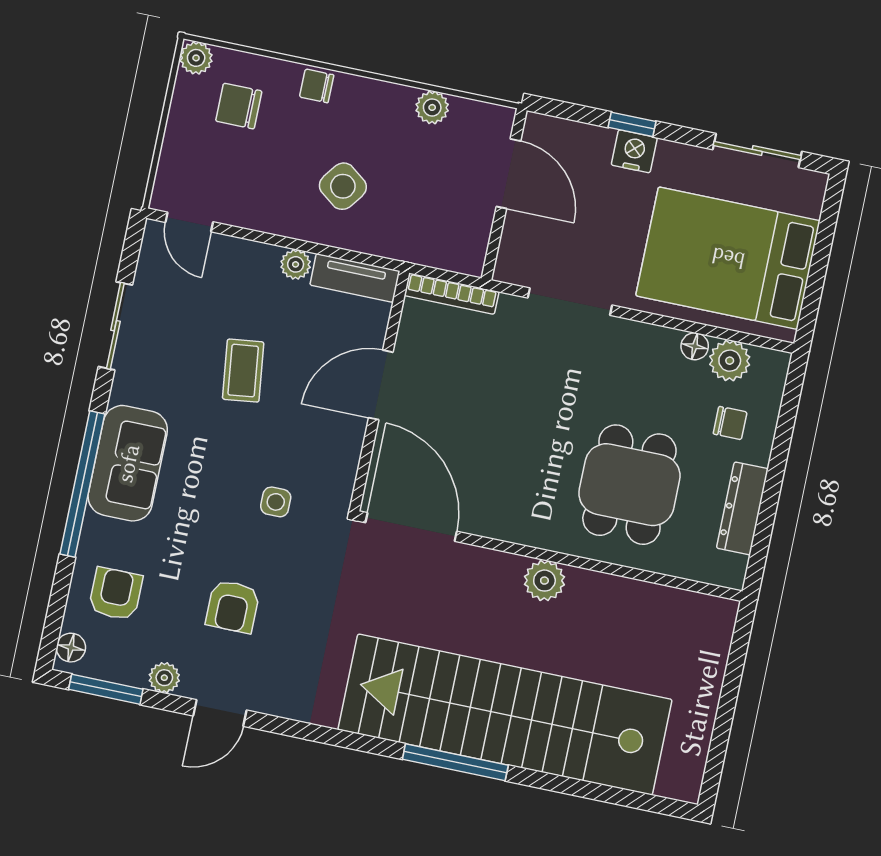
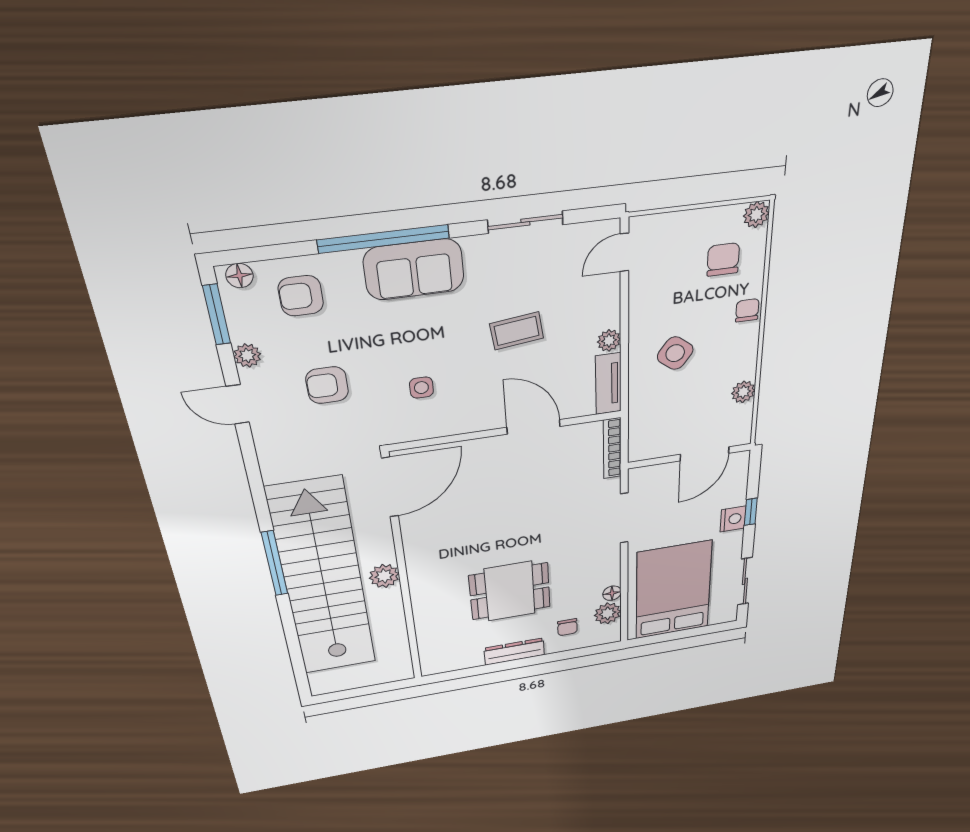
door: (411, 527) -> (390, 487), moved
wall: (550, 556) -> (403, 573), moved
plant: (544, 581) -> (384, 576), moved
armchair: (116, 594) -> (301, 296), turned 180

